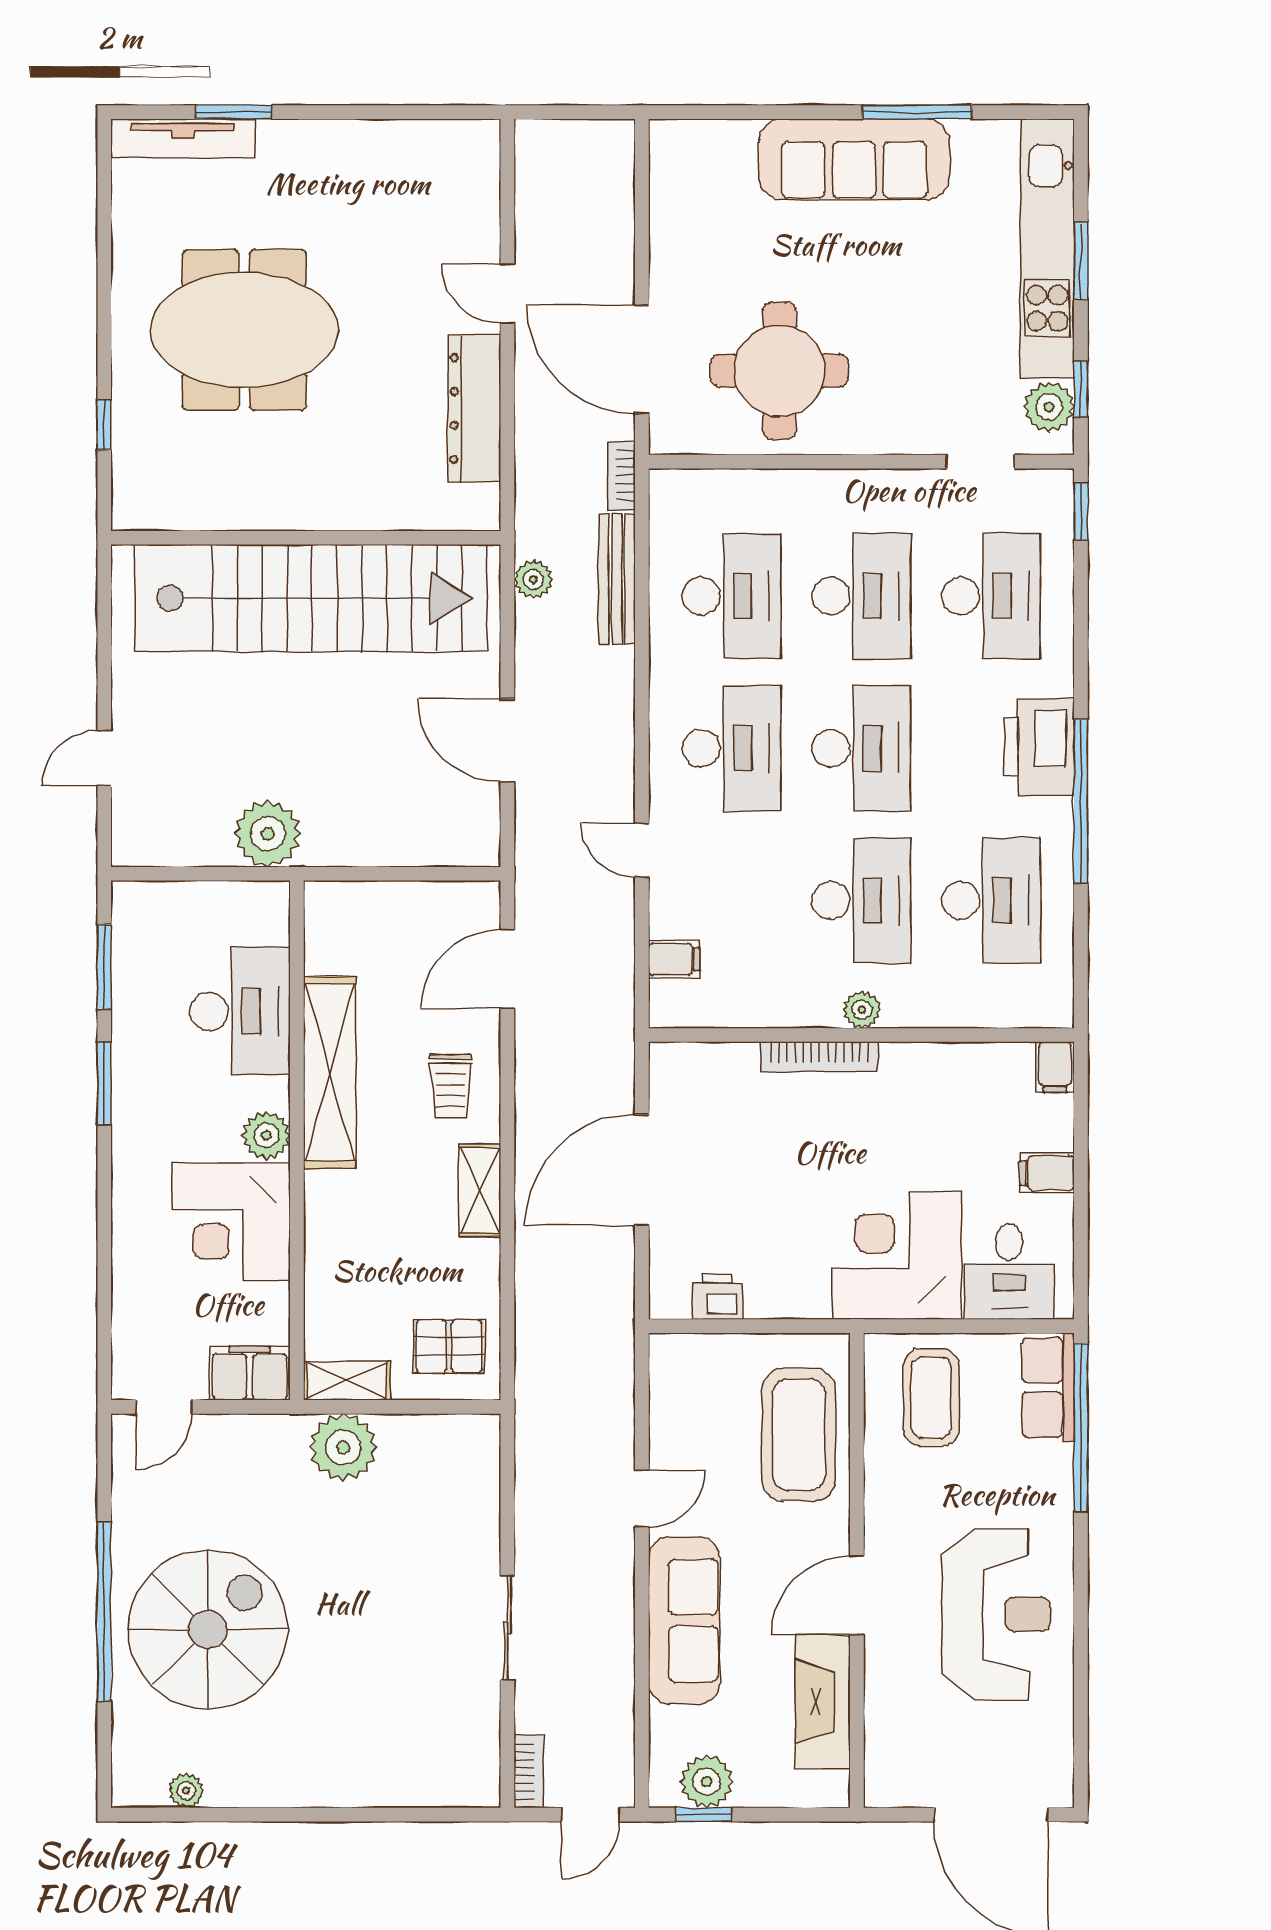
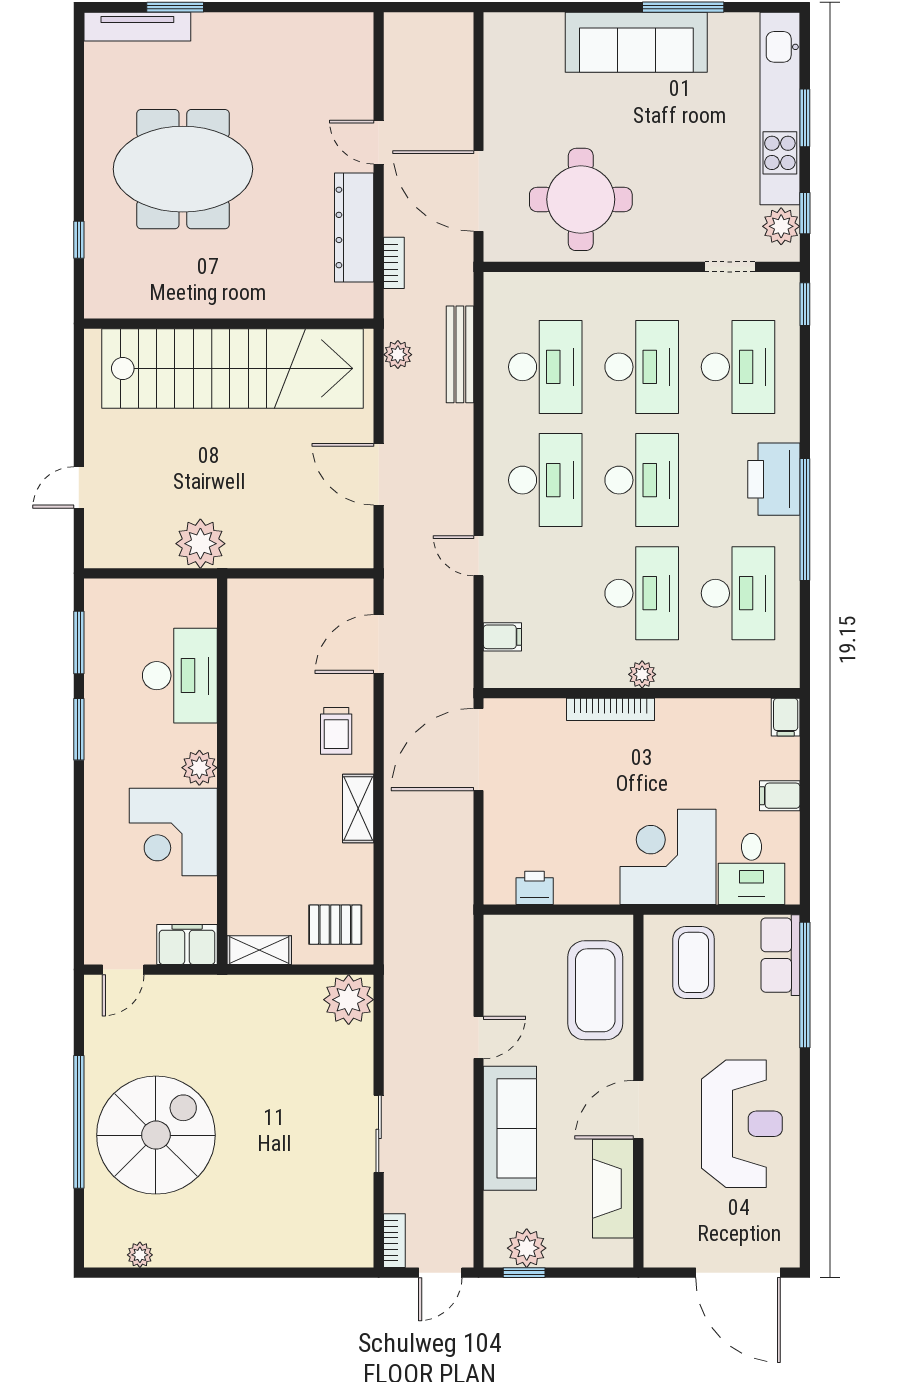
bookcase: (621, 476) -> (394, 263), moved, turned 180
shelving: (330, 1072) -> (247, 721), removed
door: (642, 1170) -> (479, 749), moved
plant: (343, 1447) -> (349, 1000), moved

